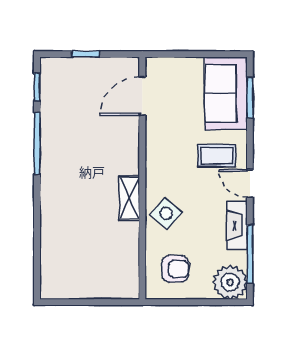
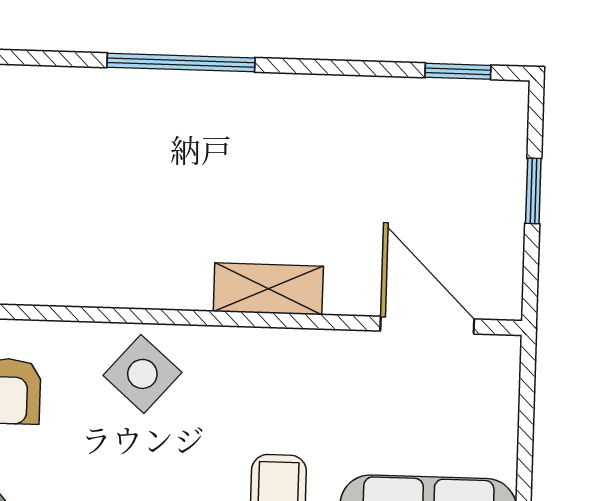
window: (37, 143) -> (181, 63), moved
shelving: (129, 198) -> (268, 289), moved

